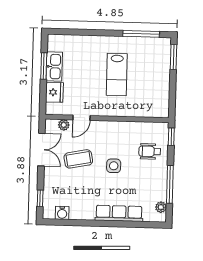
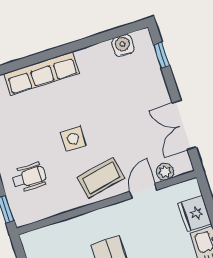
coffee table: (78, 159) -> (101, 178), moved

